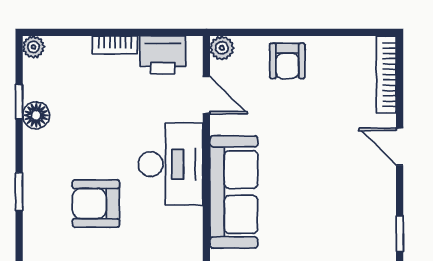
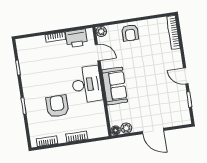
plant: (33, 47) -> (21, 43), removed
floor lamp: (36, 115) -> (26, 72), removed
door: (400, 147) -> (186, 76), moved
sofa: (234, 192) -> (115, 86), width x0.73
armchair: (96, 204) -> (57, 106), turned 90

